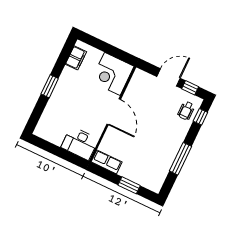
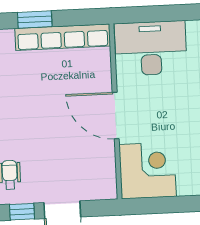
desk: (80, 143) -> (151, 48), width x1.36, depth x1.30
row of seats: (107, 162) -> (63, 37), width x2.02

